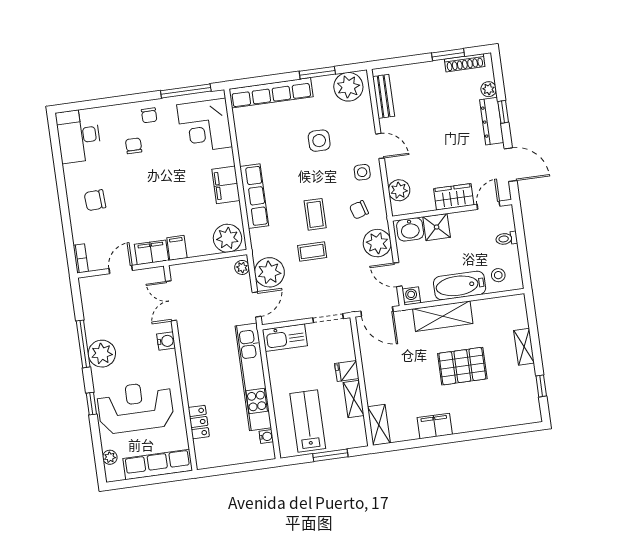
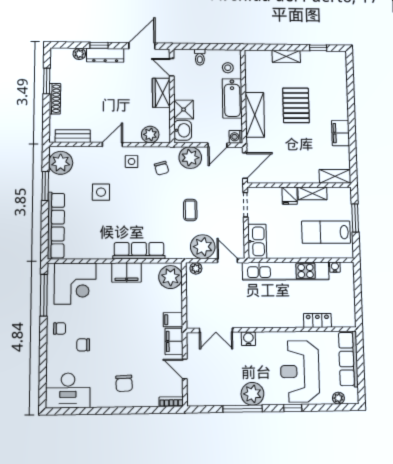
shoe rack: (465, 63) -> (55, 99), moved
coffee table: (315, 214) -> (160, 204), removed

